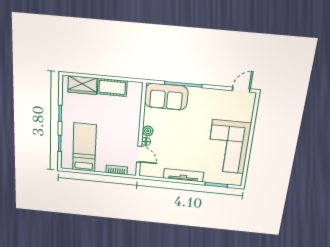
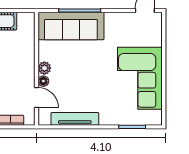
sofa: (166, 97) -> (71, 26), width x1.36
tv unit: (183, 175) -> (75, 119), moved

